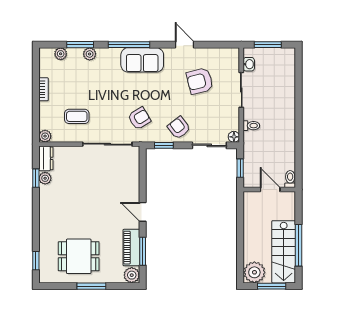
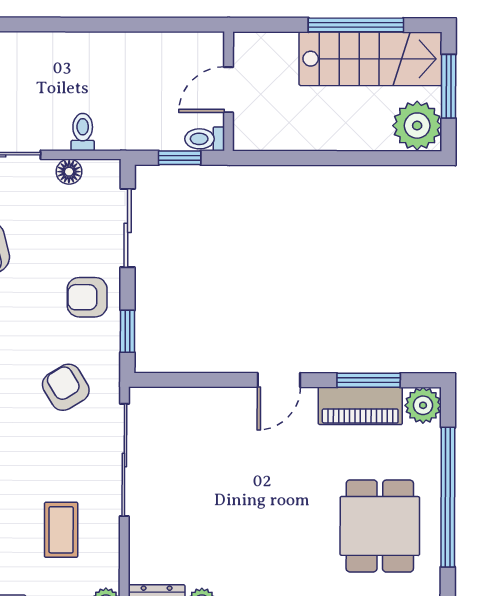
armchair: (179, 128) -> (87, 297), turned 38
floor lamp: (234, 137) -> (69, 172), moved
toilet: (290, 179) -> (205, 139), moved
window: (91, 286) -> (448, 497), width x2.11

